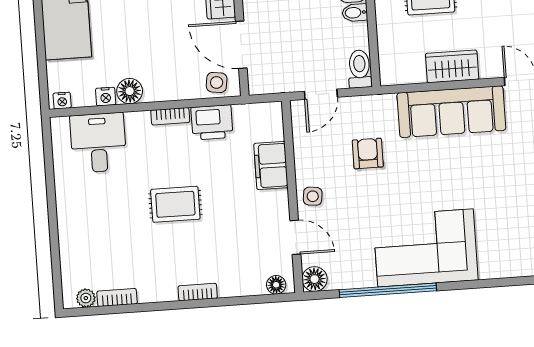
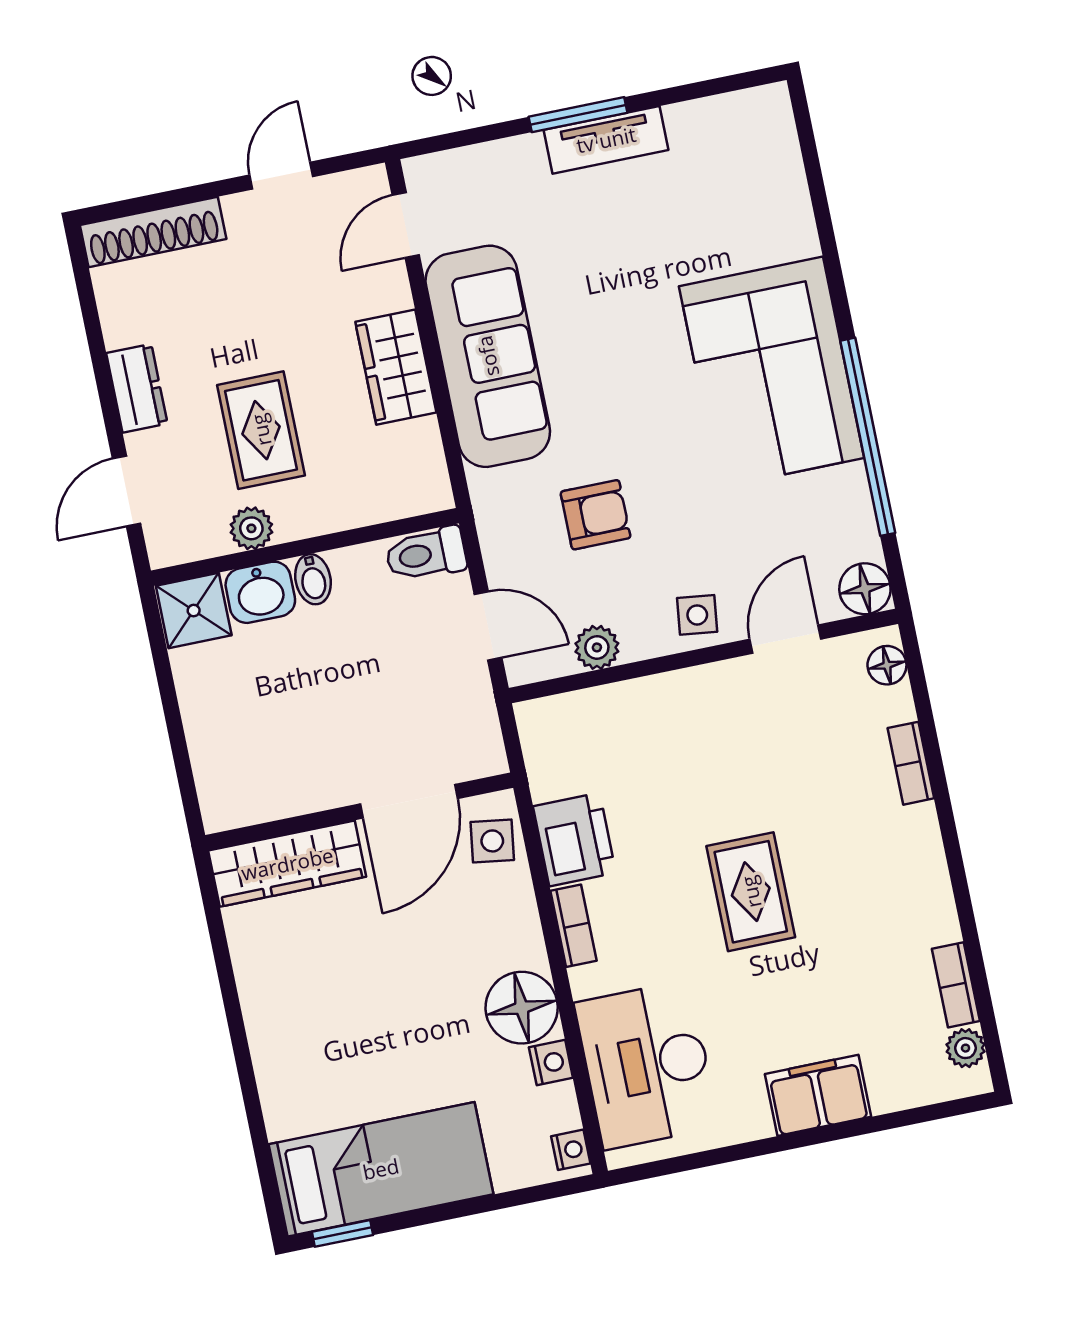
floor lamp: (130, 91) -> (522, 1008), width x1.38, depth x1.38
desk: (98, 143) -> (647, 1065), width x1.37
plant: (303, 146) -> (597, 647), added
armchair: (368, 153) -> (596, 515), turned 180
filing cabinet: (271, 166) -> (818, 1095), moved, turned 180
bookcase: (198, 292) -> (911, 763), moved

